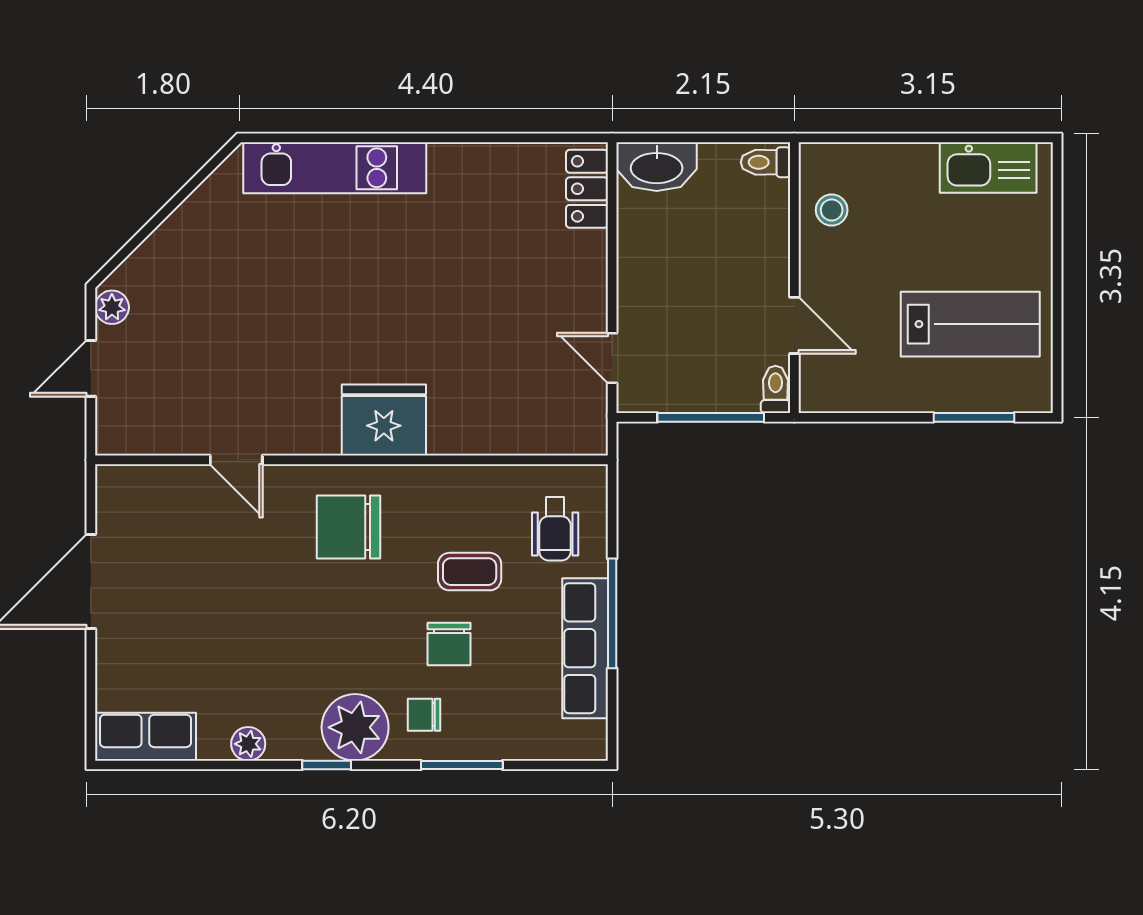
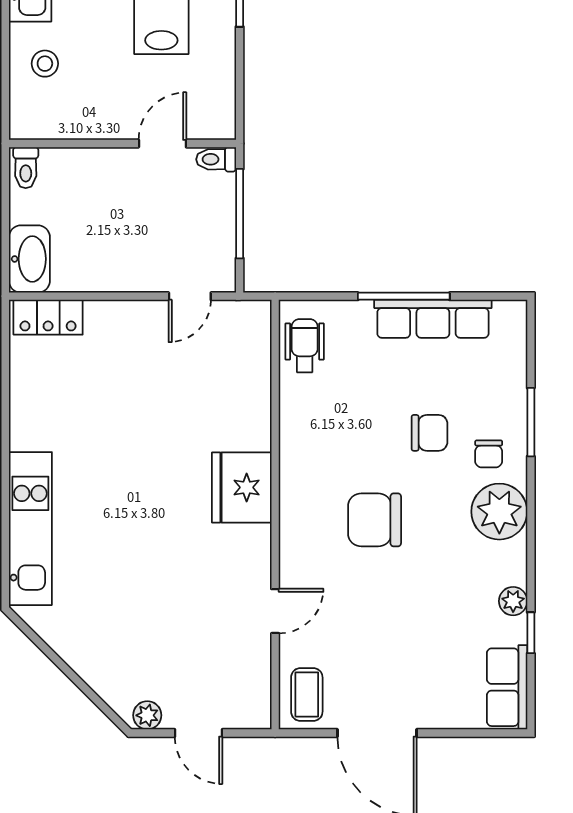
stool: (832, 210) -> (45, 64), moved
chair: (349, 527) -> (375, 520), moved, turned 90
wheelchair: (555, 529) -> (305, 346), moved, turned -90
coffee table: (470, 572) -> (307, 695), moved
window: (327, 765) -> (531, 633), moved

